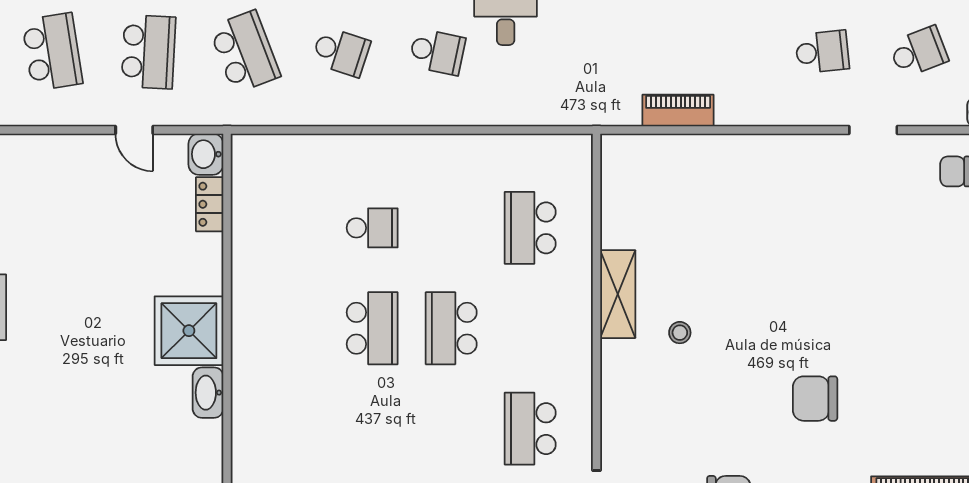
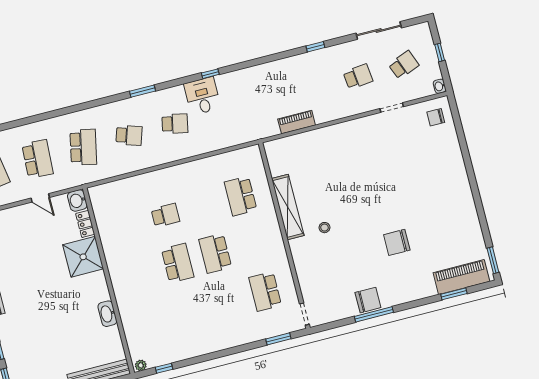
school desk: (245, 52) -> (83, 147), turned 33
shelving: (618, 294) -> (288, 207), width x1.47
shower: (189, 331) -> (83, 257), moved

